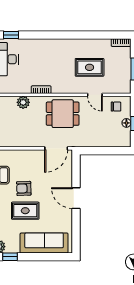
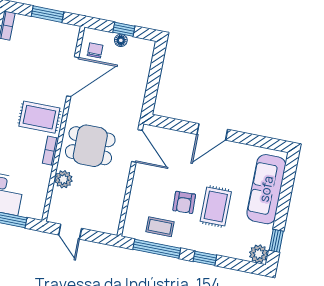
rug: (90, 67) -> (39, 117), moved, turned 90
door: (95, 95) -> (73, 77), width x1.87
dining table: (63, 114) -> (90, 146), moved, turned 90

